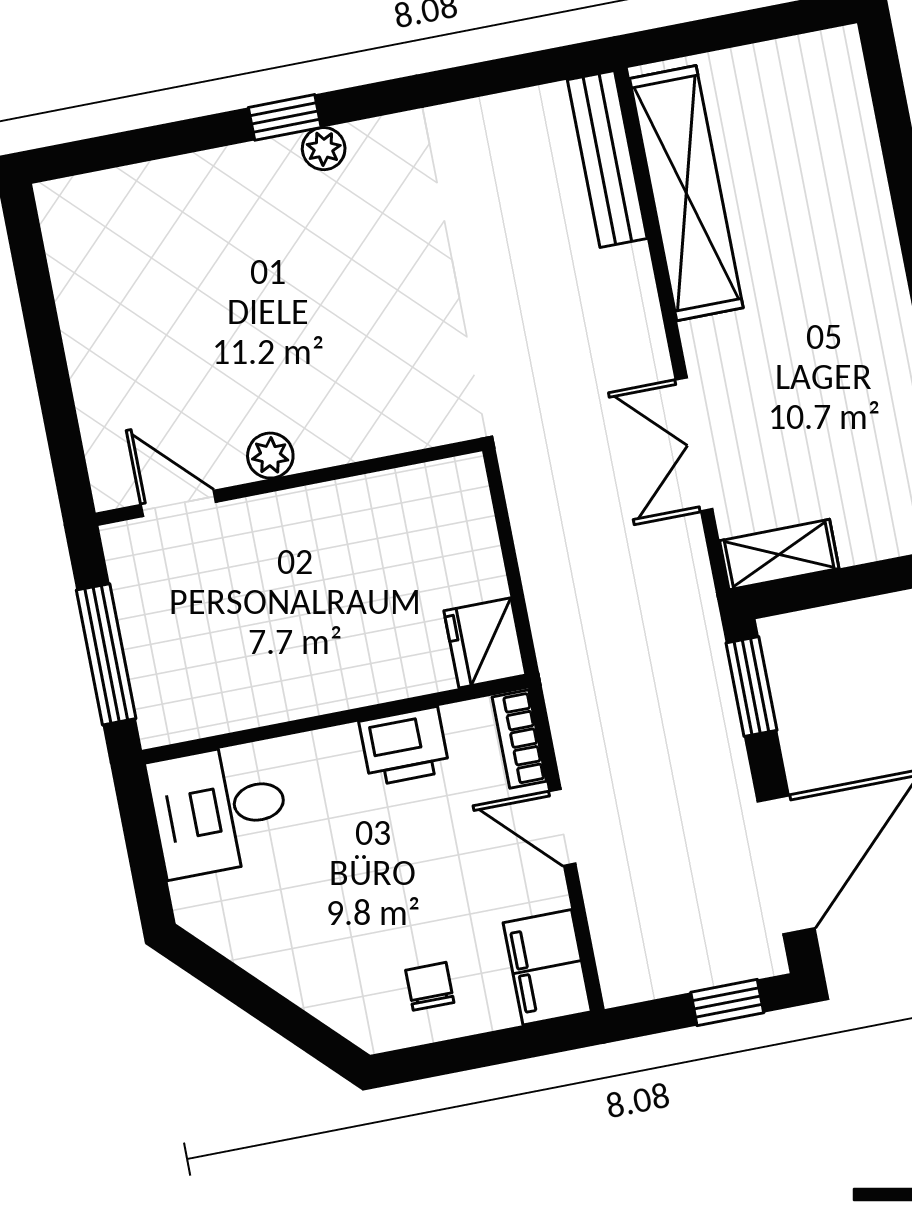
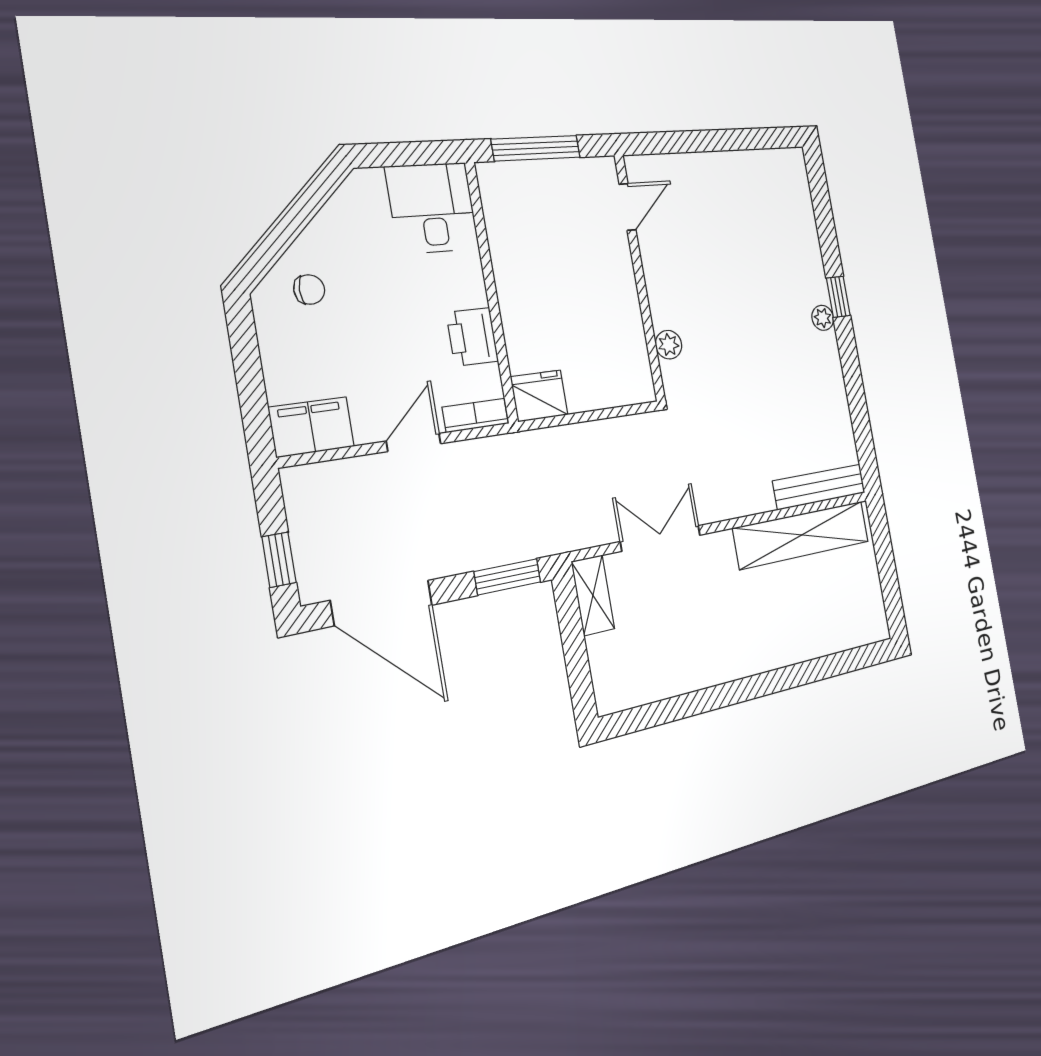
plant: (270, 456) -> (669, 345), moved
chair: (430, 986) -> (309, 290), moved

